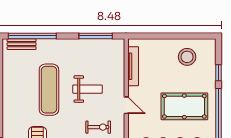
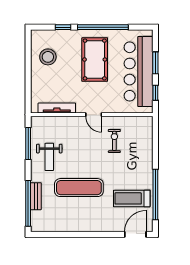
bench: (22, 44) -> (36, 196), moved
weight bench: (88, 89) -> (49, 157), moved, turned 180
door: (126, 105) -> (94, 115), swing flipped

